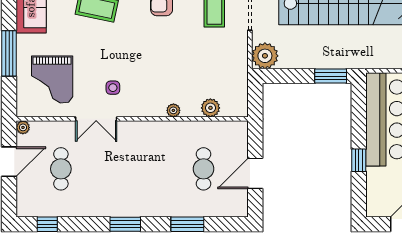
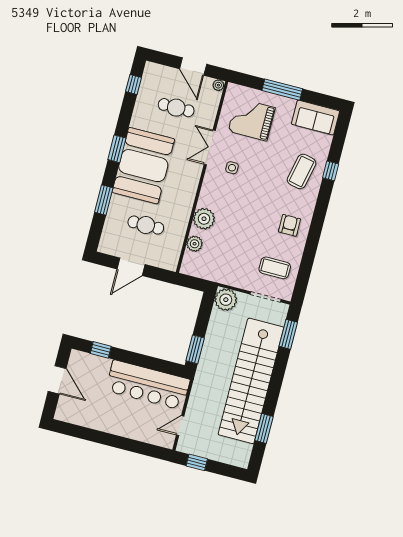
plant: (173, 110) -> (204, 219), width x1.88, depth x1.88
window: (359, 160) -> (101, 350), moved
door: (255, 173) -> (131, 267), swing flipped
booth: (137, 189) -> (143, 166), added

